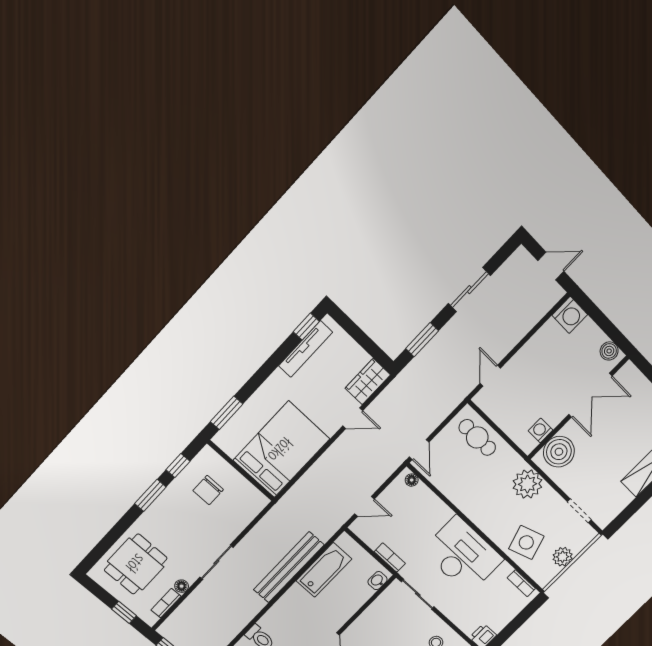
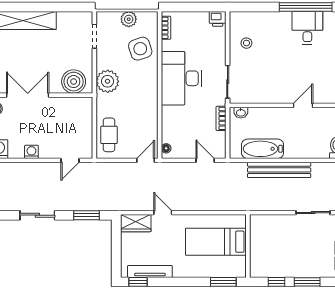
washing machine: (541, 430) -> (31, 152), moved, turned 180
bed: (281, 450) -> (216, 242), width x0.67
chair: (208, 490) -> (275, 254), removed

